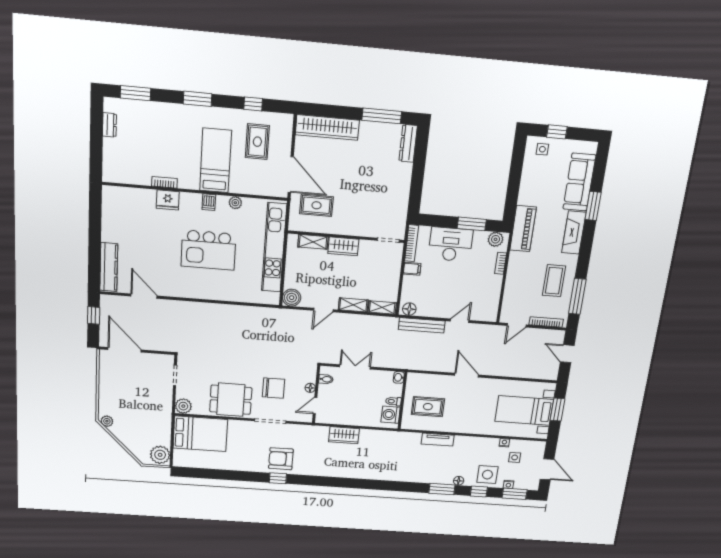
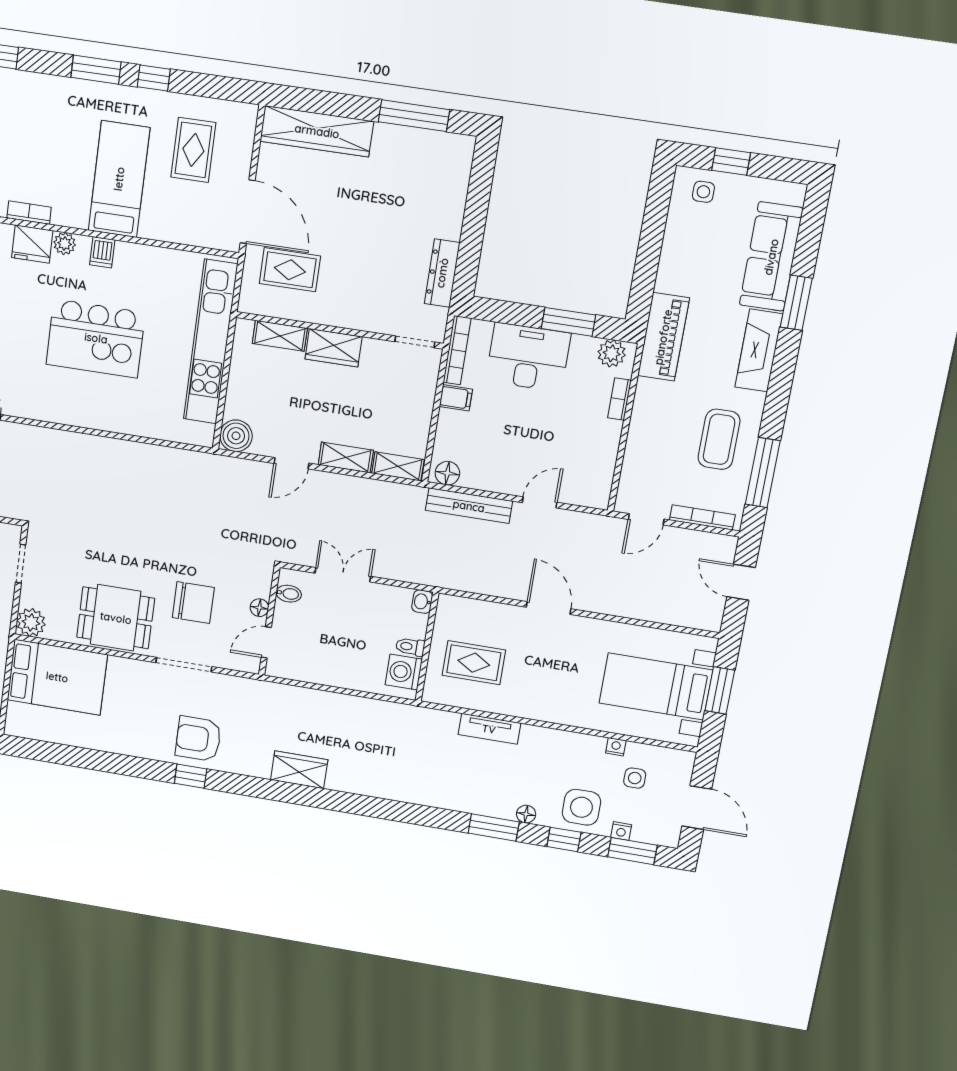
window: (253, 104) -> (154, 78), moved
dresser: (408, 143) -> (442, 273), moved
plant: (235, 203) -> (65, 244), moved
wardrobe: (344, 435) -> (299, 770), moved, turned 180

